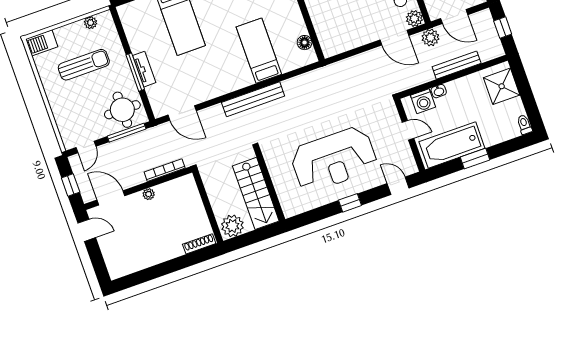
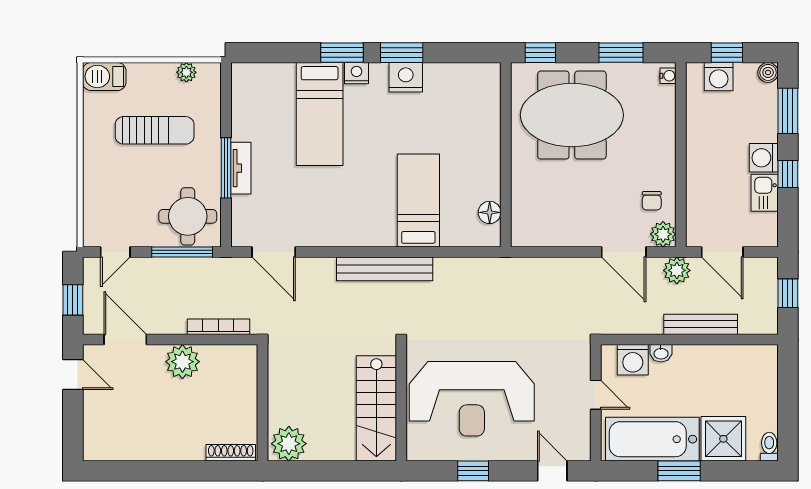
shower: (502, 86) -> (723, 439), moved
wall: (270, 185) -> (401, 403), moved
stairs: (256, 193) -> (376, 408), moved
plant: (149, 194) -> (182, 362), width x1.88, depth x1.88

